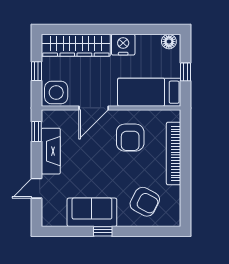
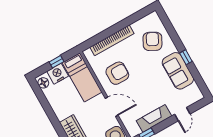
nightstand: (123, 45) -> (58, 74), moved, turned 90
door: (37, 188) -> (182, 114), hinge flipped

